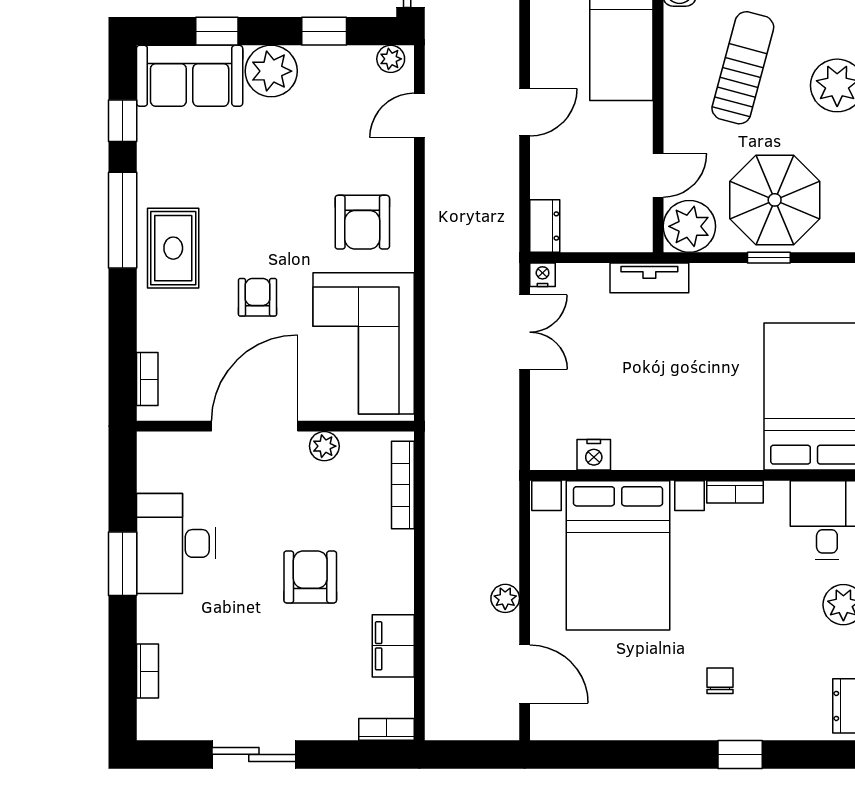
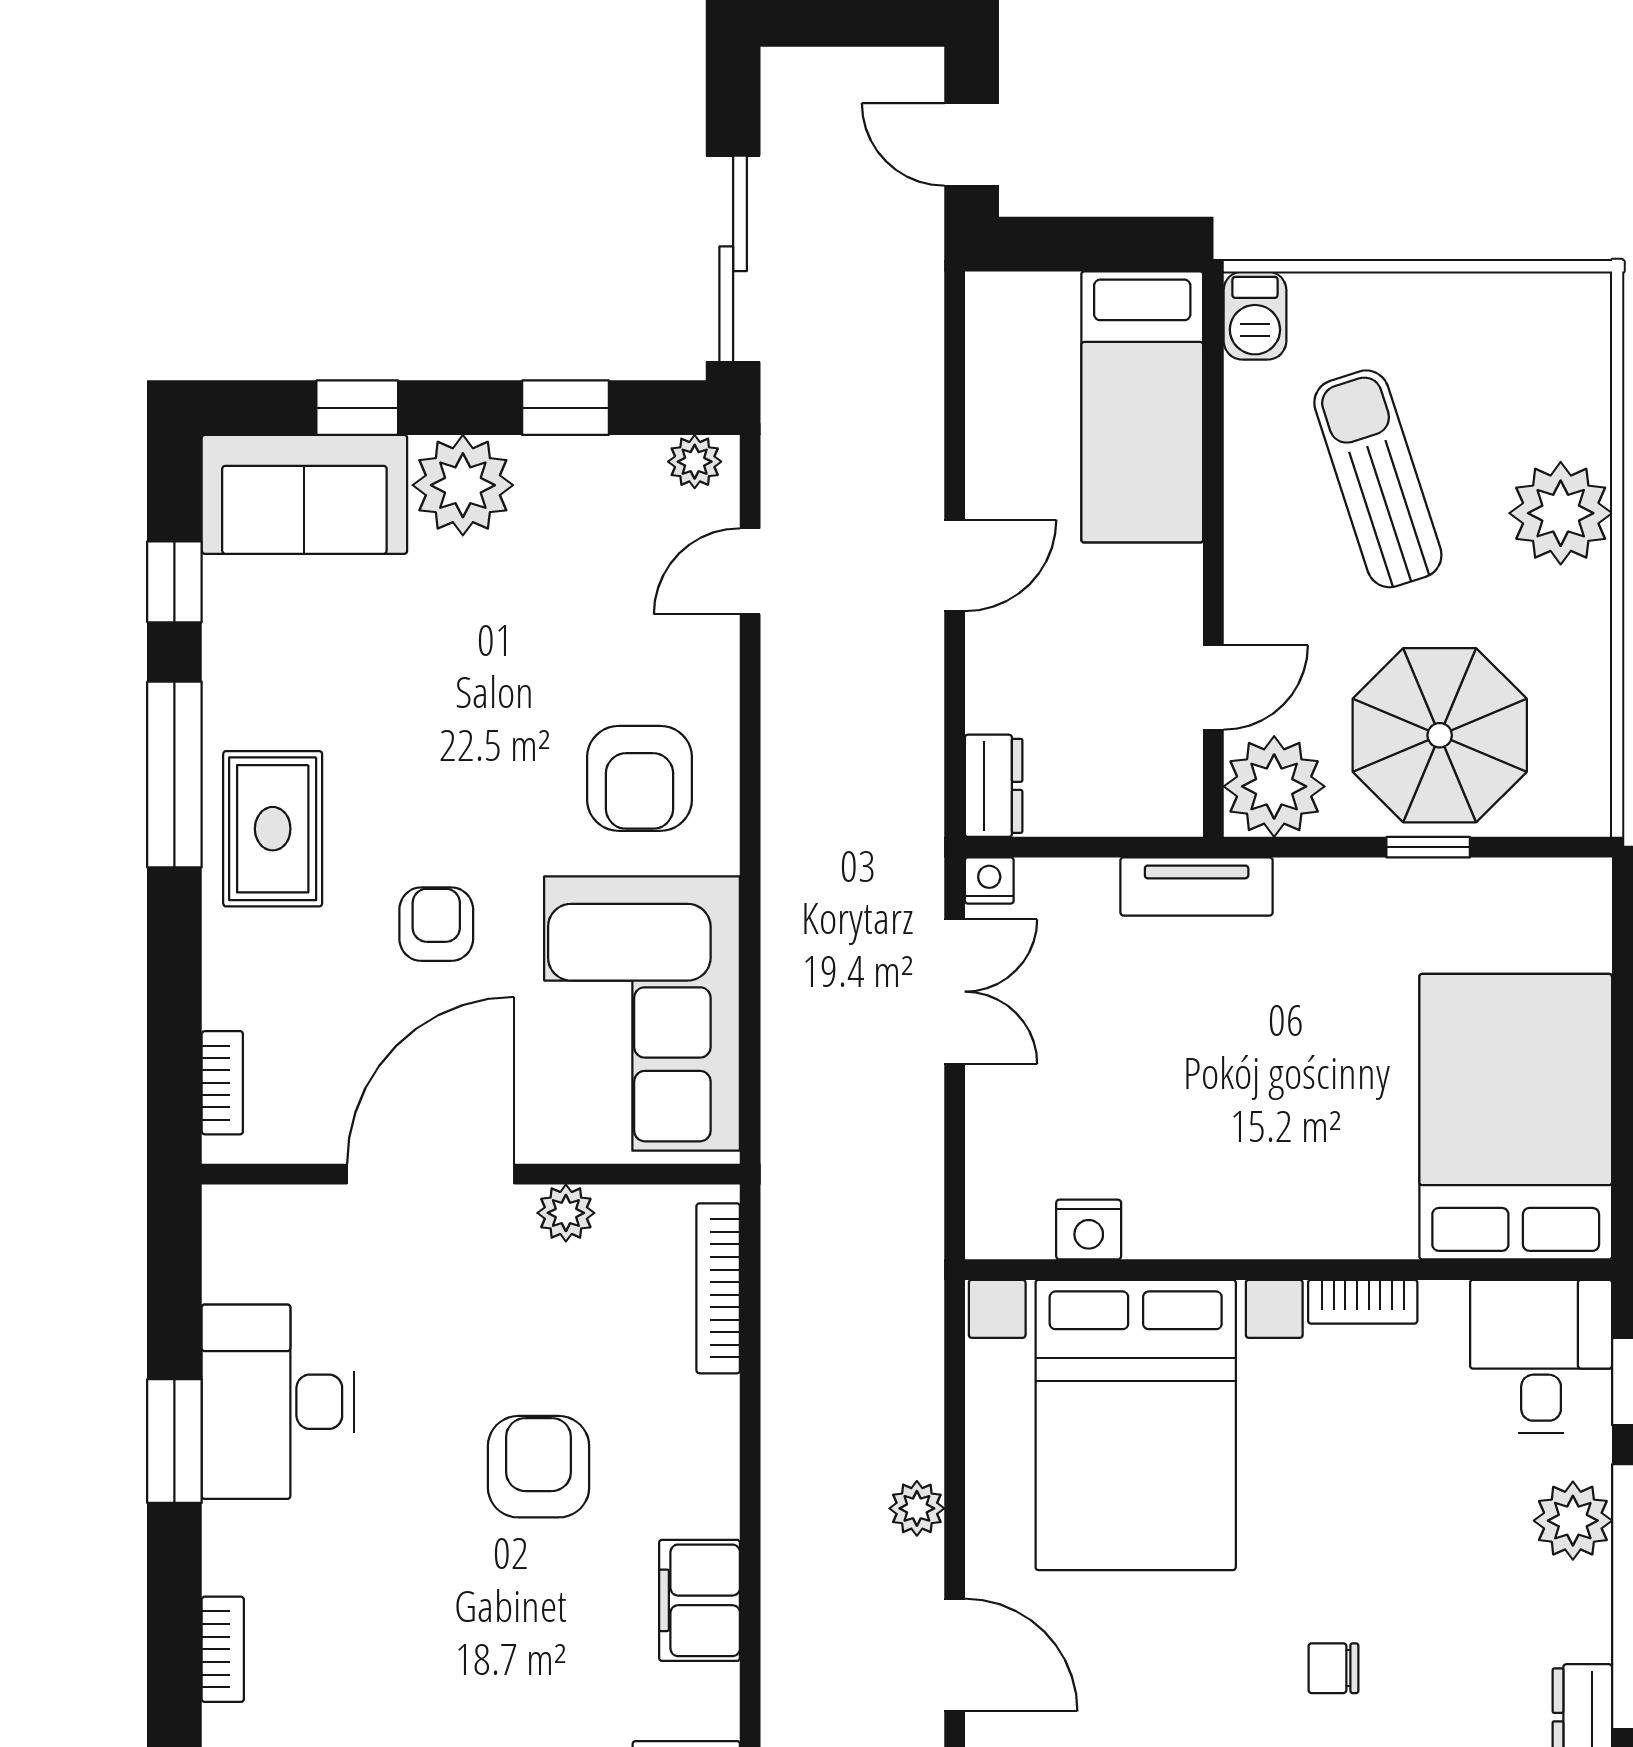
sun lounger: (743, 68) -> (1378, 479), turned -33
chair: (720, 681) -> (1333, 1668), turned -90

